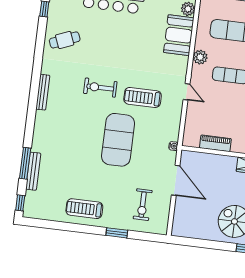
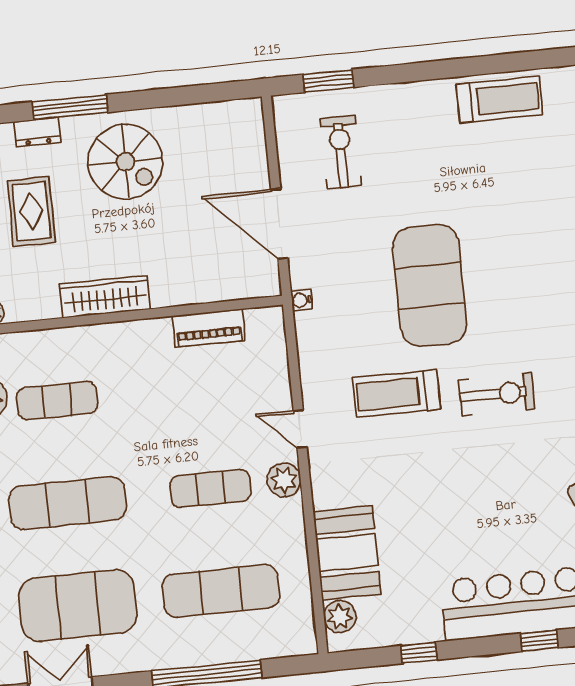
plant: (200, 57) -> (284, 480), moved
treadmill: (143, 97) -> (396, 394), turned 180
treadmill: (84, 209) -> (499, 99), moved
window: (117, 233) -> (328, 81), moved

